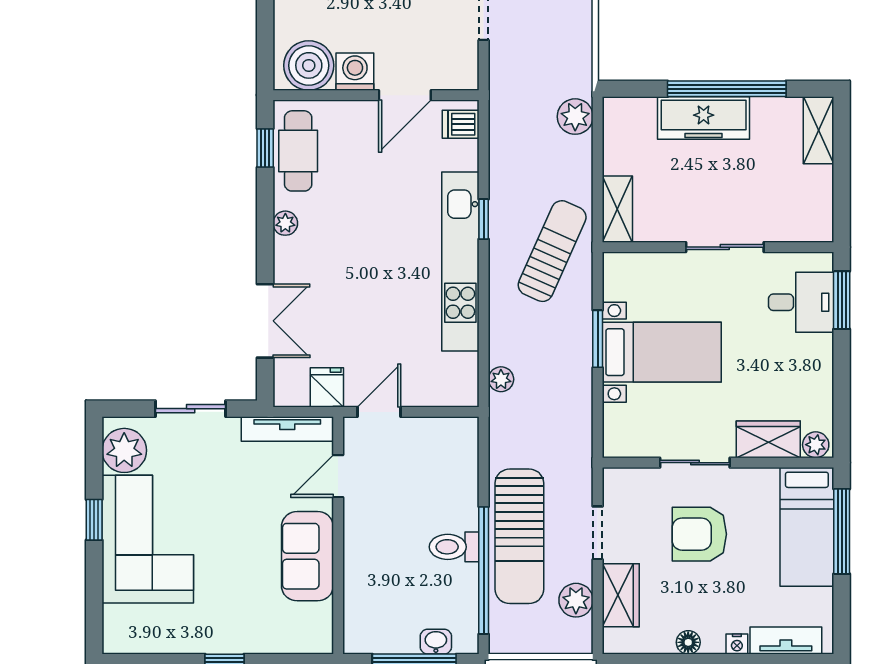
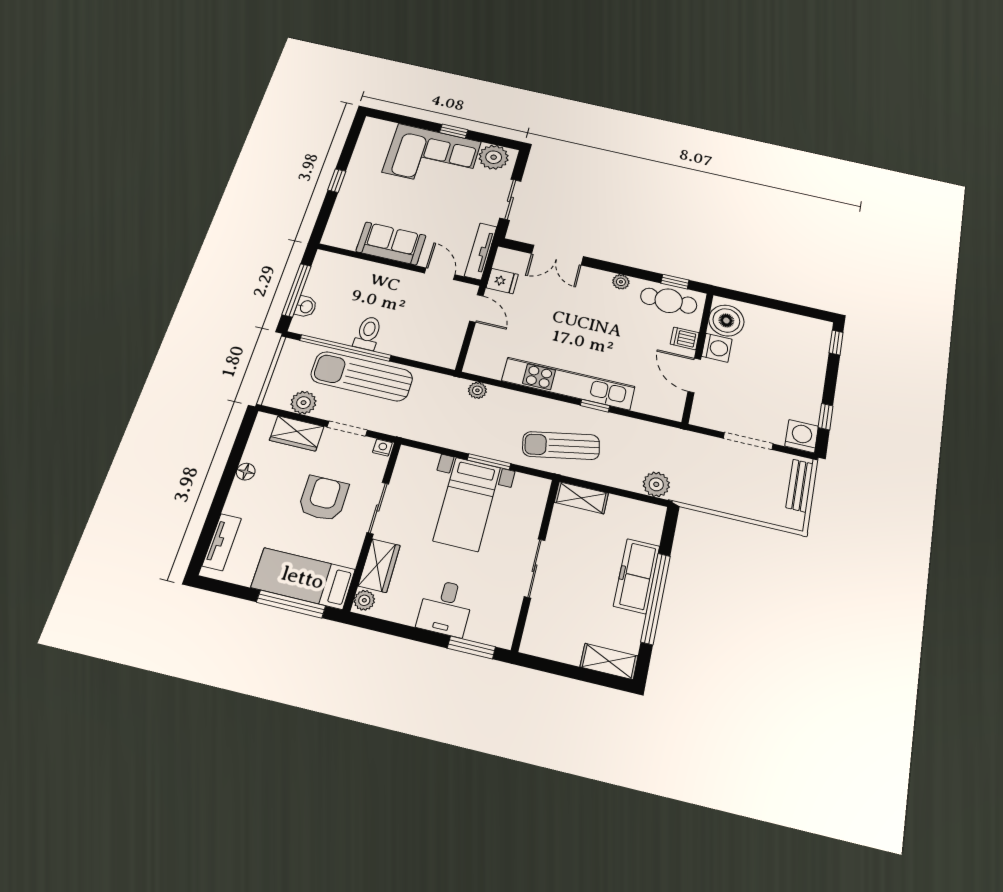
dishwasher: (461, 124) -> (685, 338), moved, turned -90
sun lounger: (552, 251) -> (561, 446), turned 145
desk: (801, 302) -> (445, 608), moved
nightstand: (737, 644) -> (382, 448), moved, turned 90

